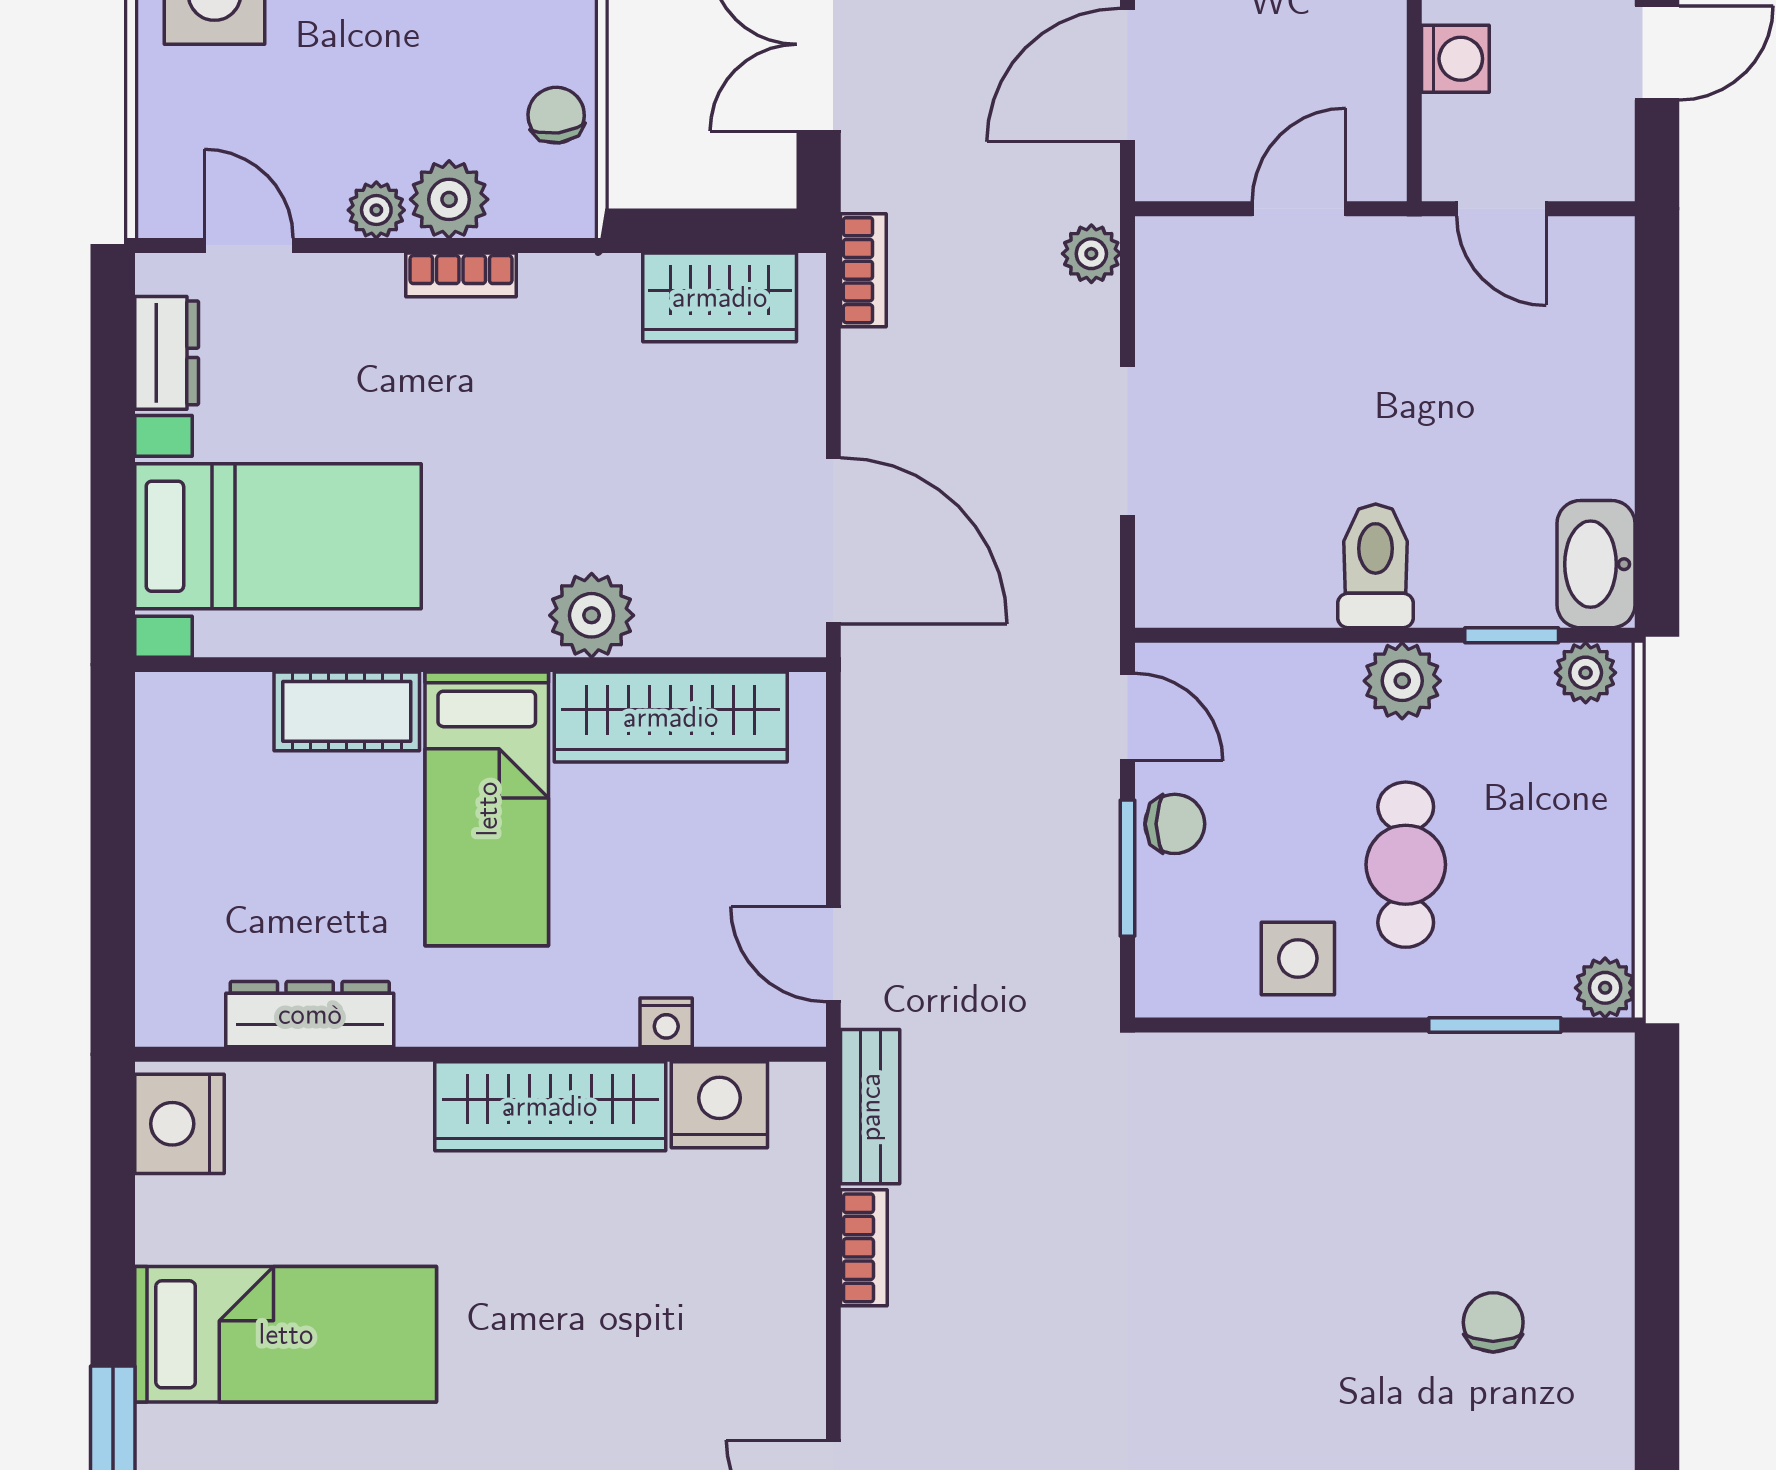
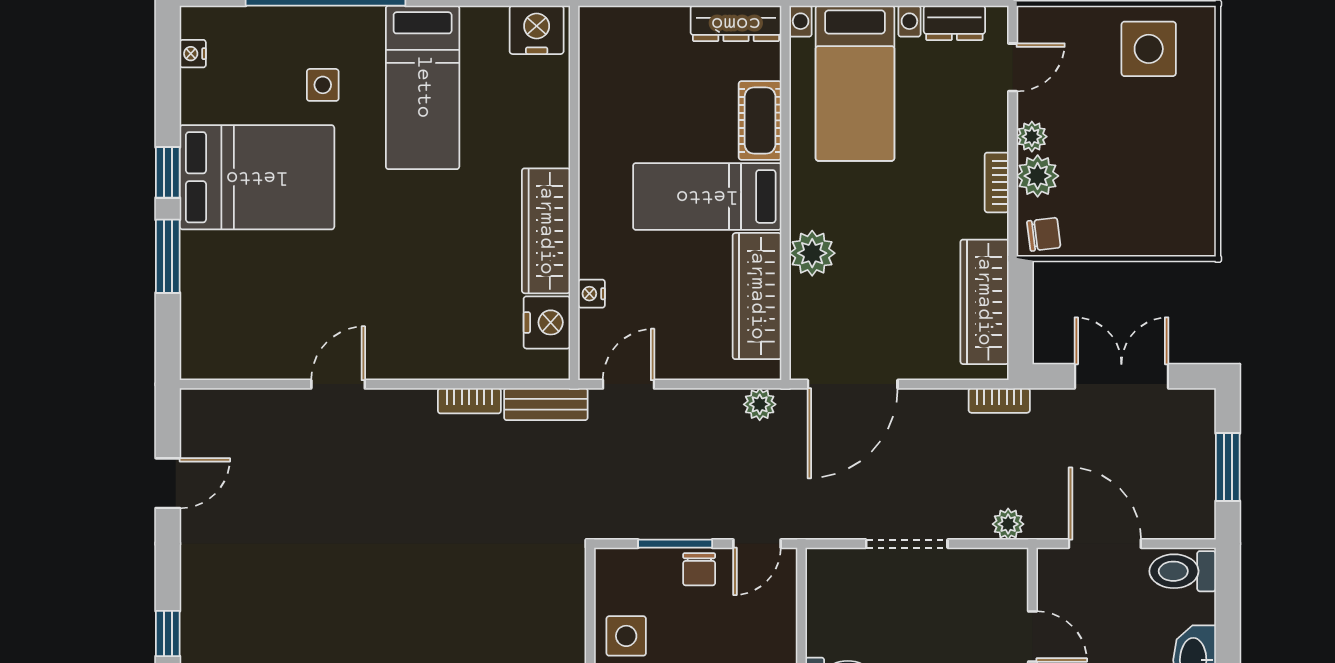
chair: (556, 115) -> (1044, 234), moved
wardrobe: (720, 297) -> (984, 302), width x1.50
plant: (870, 712) -> (760, 404), added
dresser: (310, 1014) -> (736, 23), moved, turned 90

